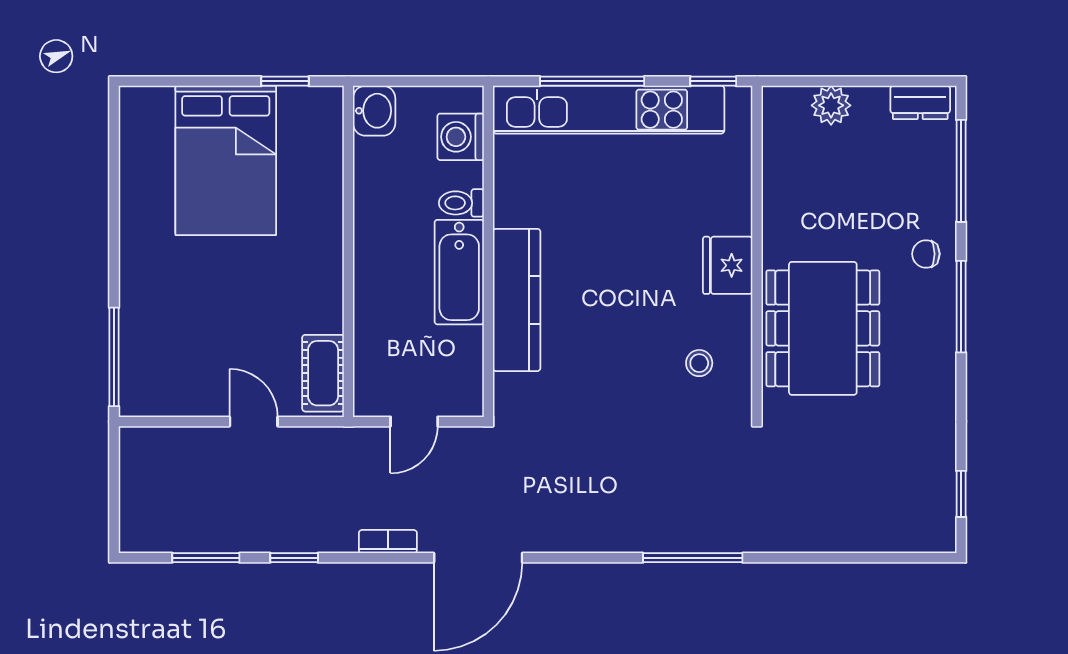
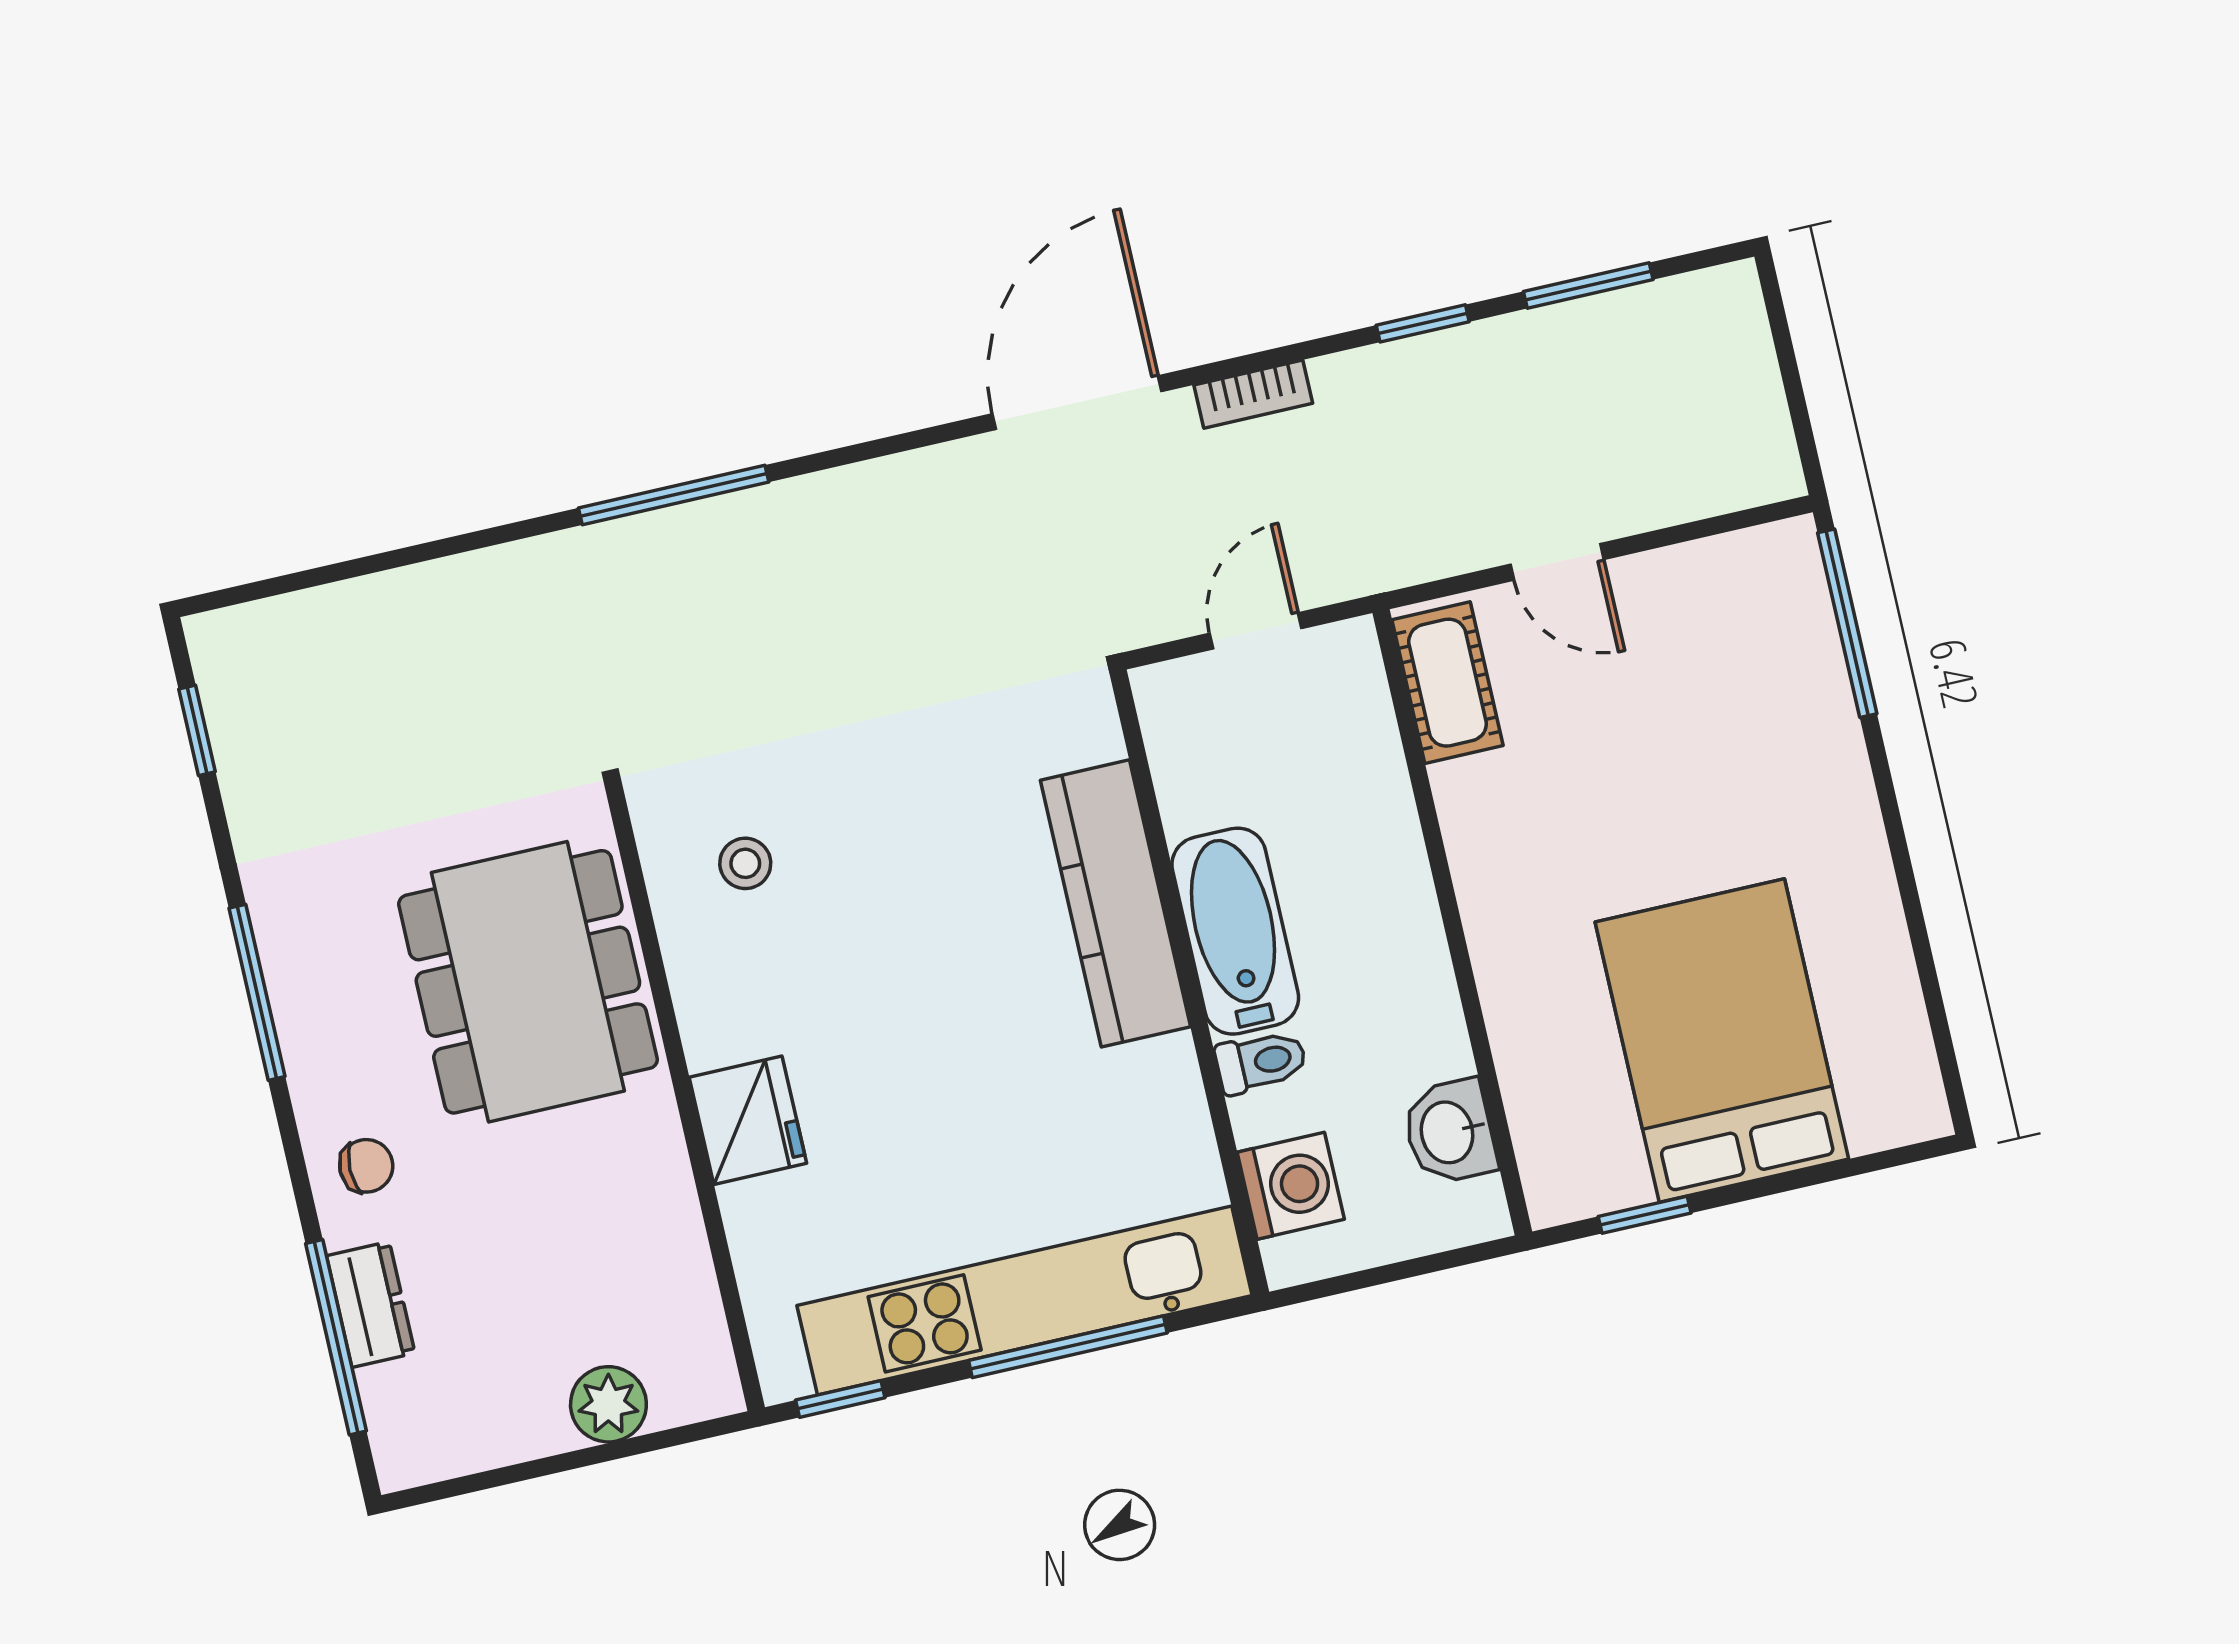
dresser: (920, 102) -> (371, 1304), moved, turned 90
washbasin: (374, 111) -> (1449, 1132), moved
fridge: (728, 265) -> (748, 1120), moved
window: (961, 307) -> (257, 992), moved

